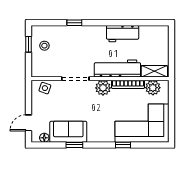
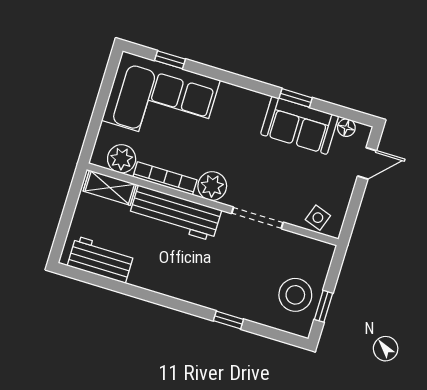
workbench: (123, 34) -> (101, 259), moved
stool: (44, 46) -> (295, 295), width x1.89, depth x1.89
window: (123, 145) -> (170, 60), moved

